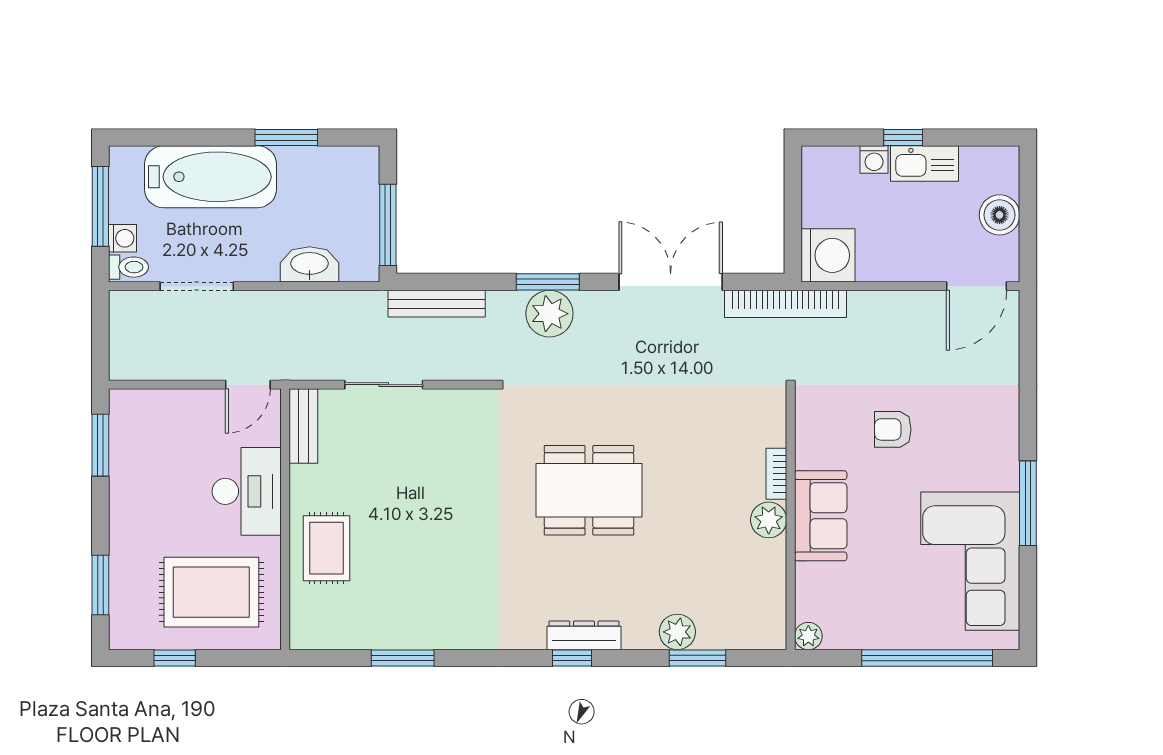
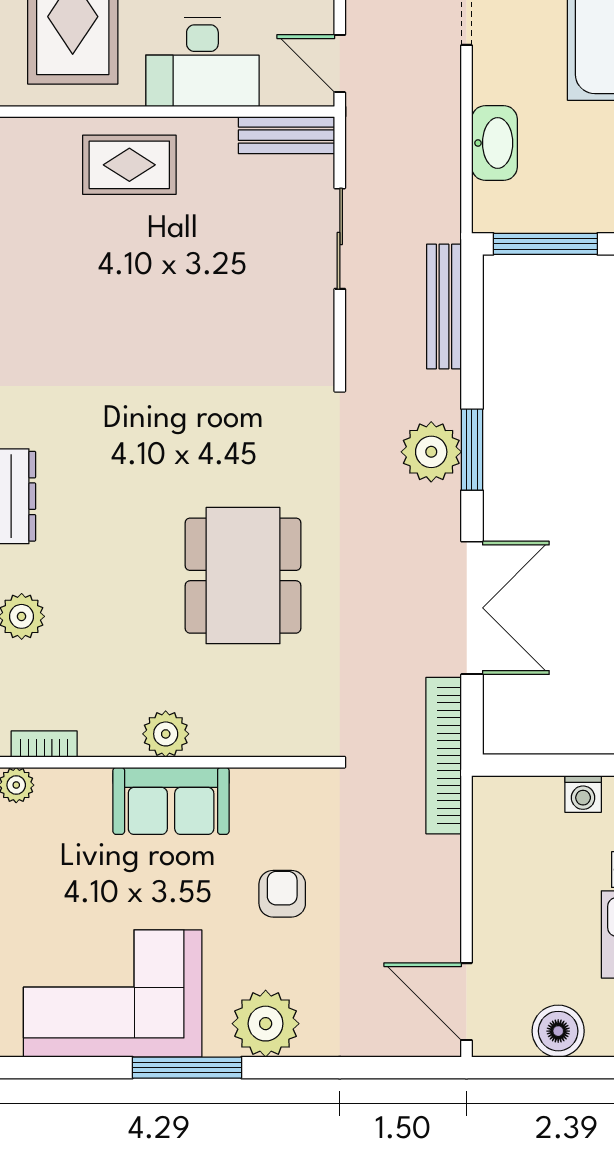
washing machine: (828, 255) -> (583, 794), moved, width x0.53, depth x0.53
plant: (994, 442) -> (266, 1024), added
bookcase: (776, 474) -> (44, 744), moved
dining table: (589, 490) -> (243, 576), moved

